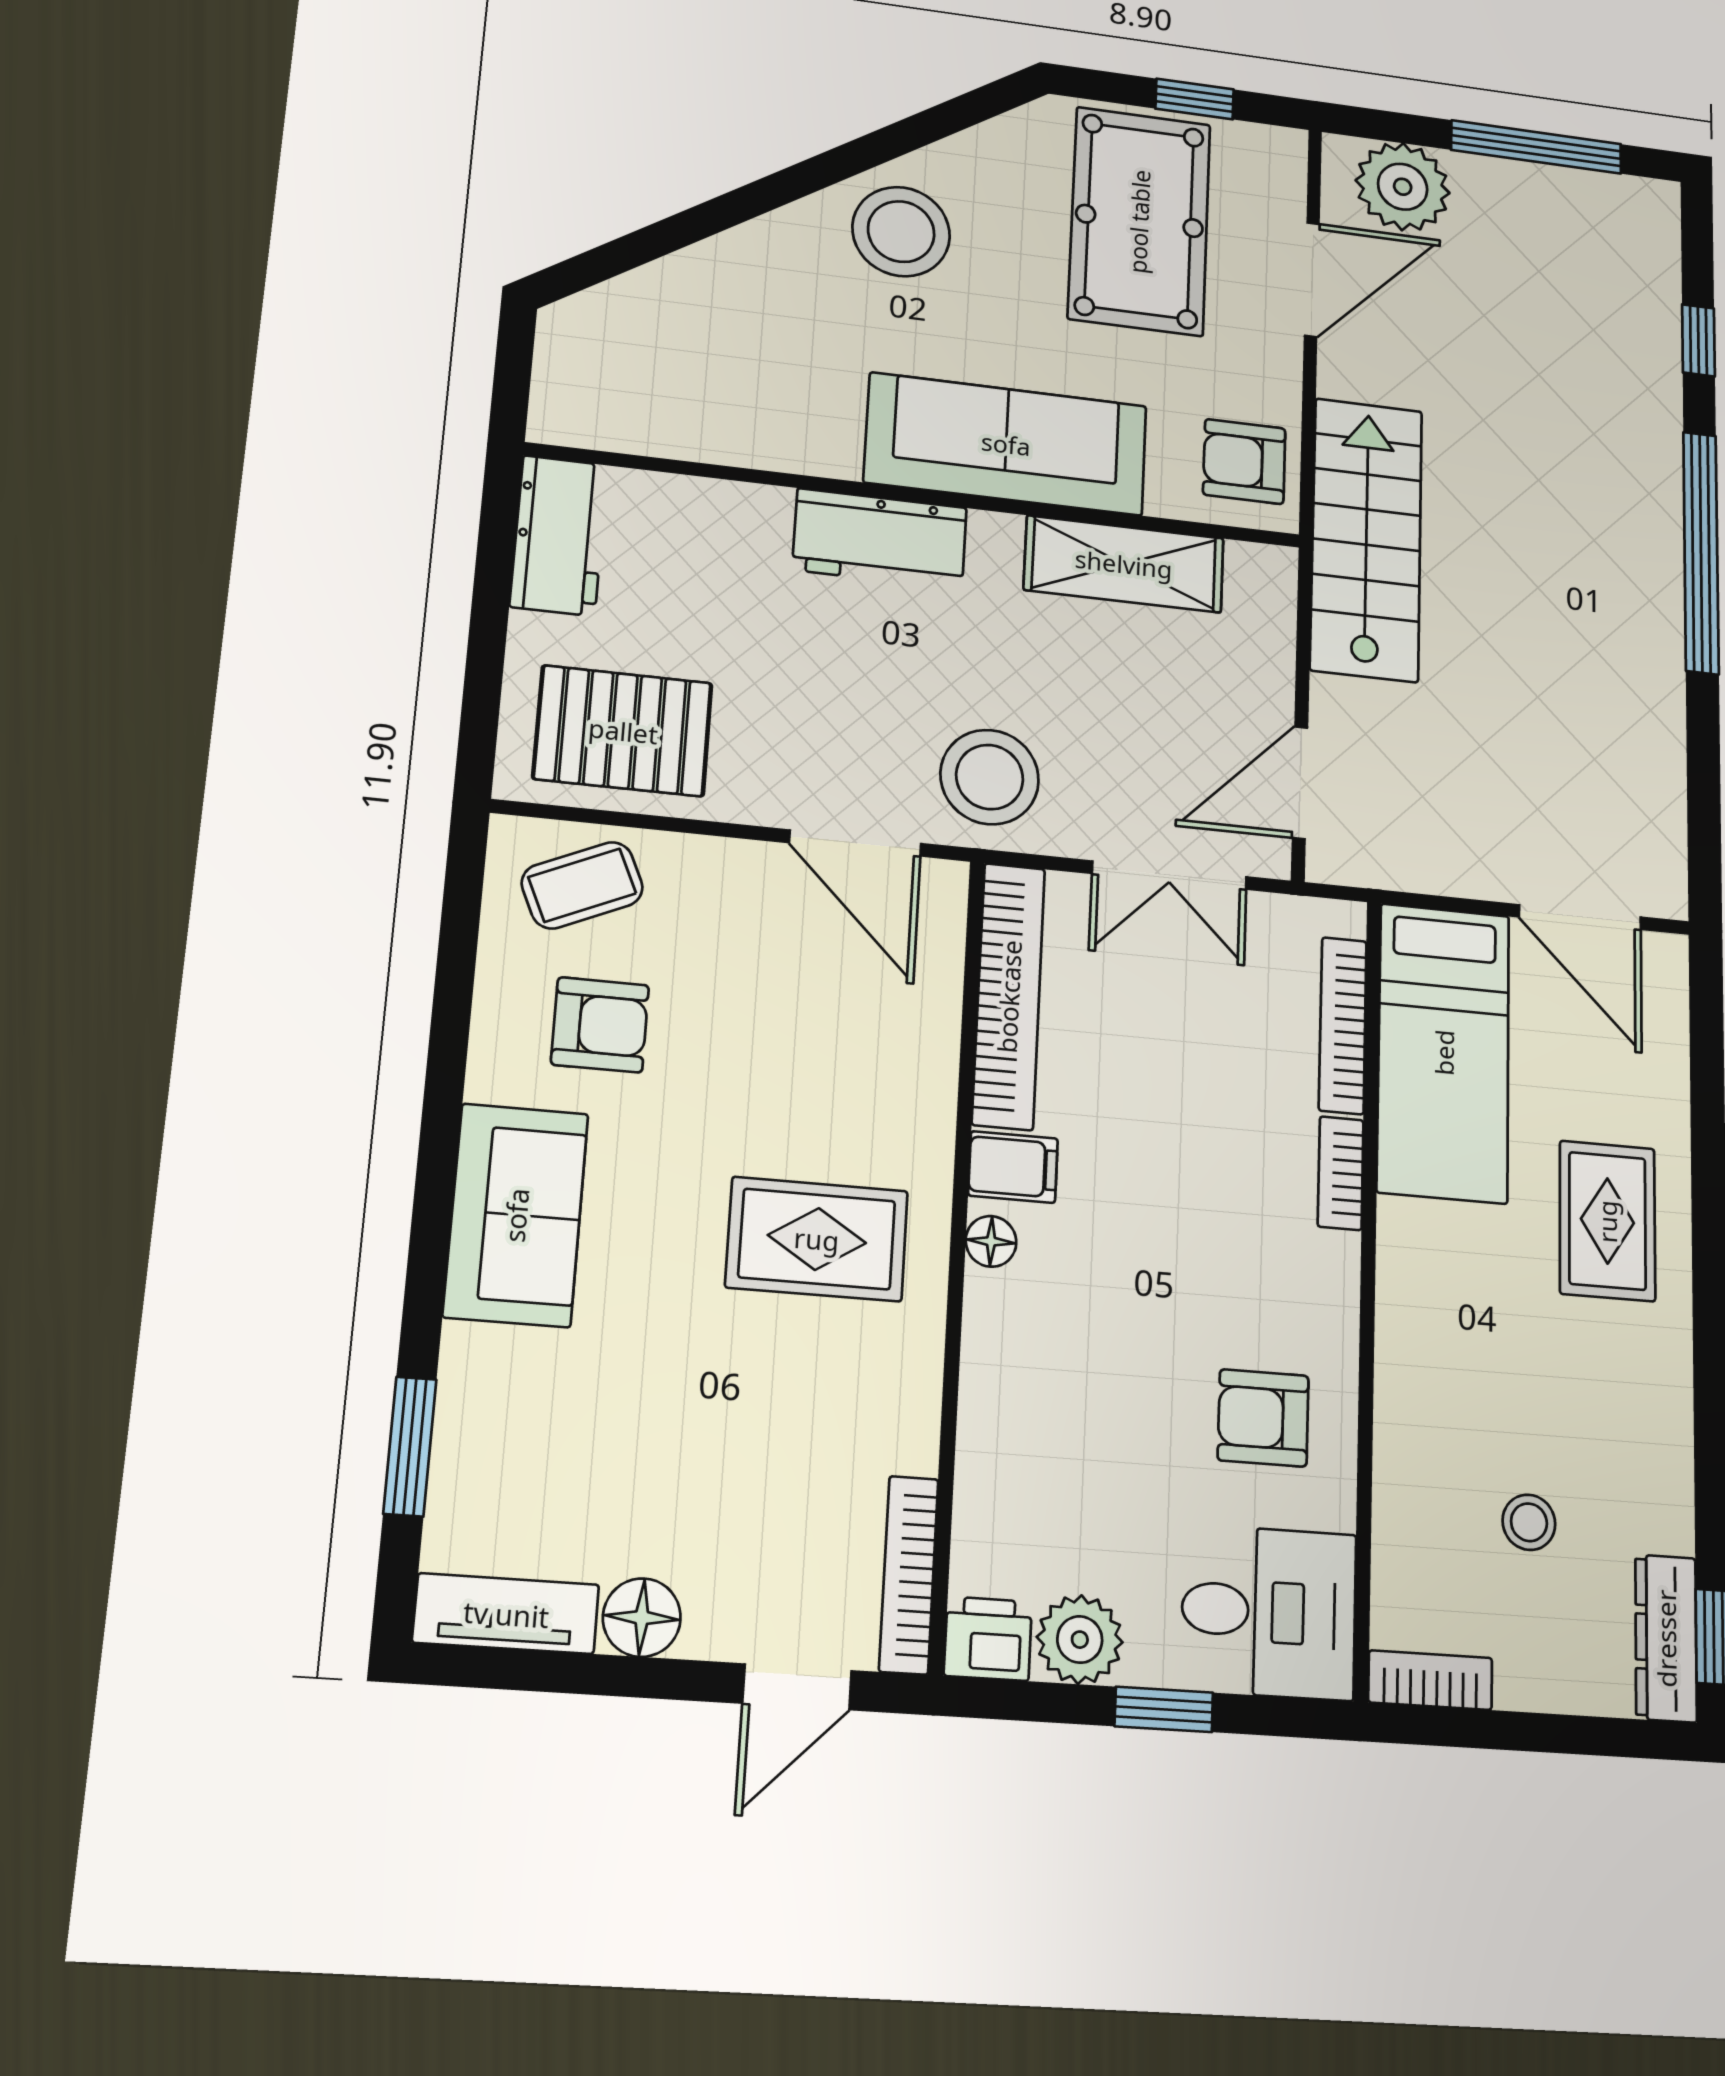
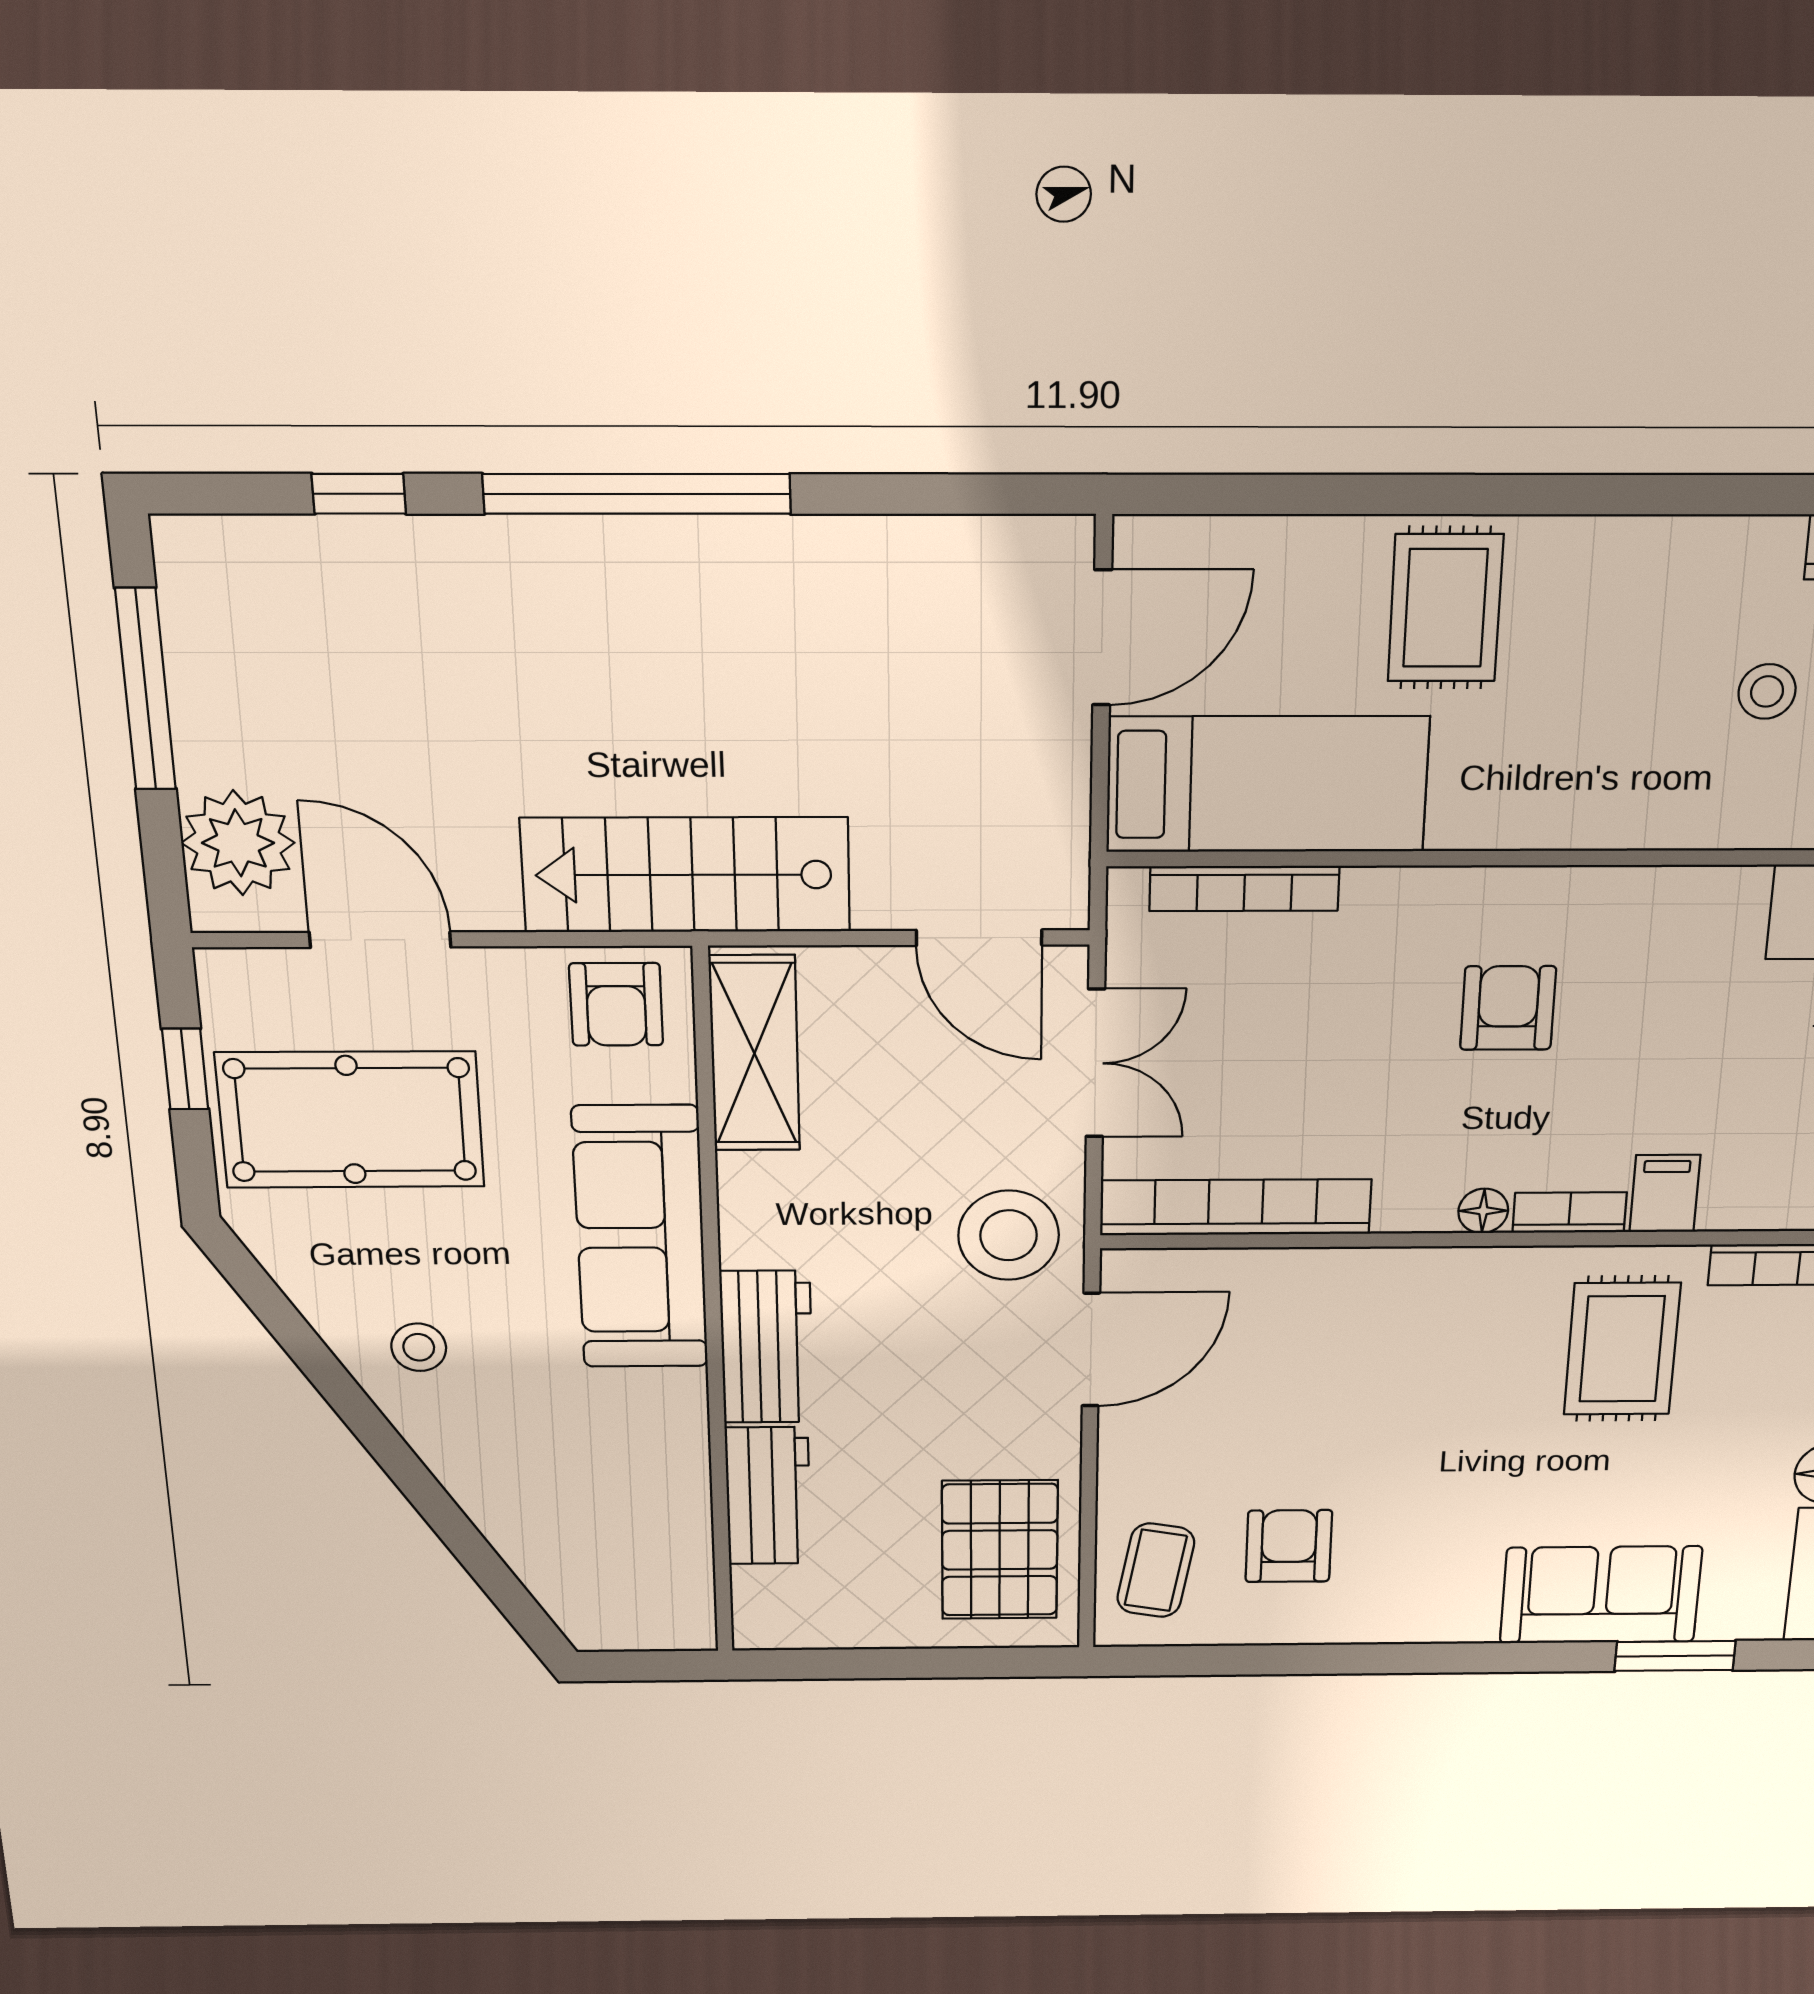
stool: (901, 232) -> (419, 1347), width x0.53, depth x0.53
workbench: (559, 535) -> (768, 1496), moved, turned 90
shelving: (1124, 564) -> (754, 1053), moved
coffee table: (582, 885) -> (1156, 1570), turned 34
filing cabinet: (1013, 1167) -> (1665, 1194), moved
bookcase: (1341, 1173) -> (1570, 1213), moved, turned 180
sofa: (516, 1215) -> (1601, 1595), moved
rug: (1607, 1221) -> (1445, 608), turned 90
rug: (817, 1239) -> (1622, 1349), moved
armchair: (1263, 1418) -> (1508, 1008), moved, turned 180

